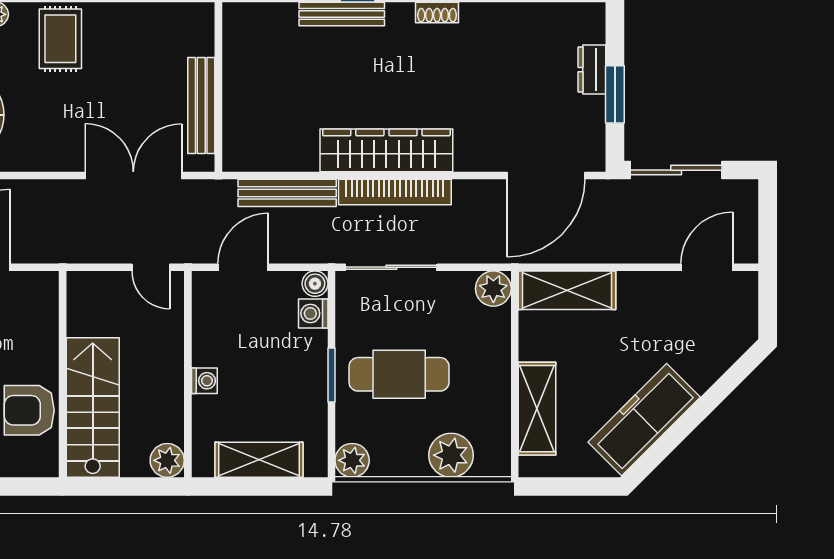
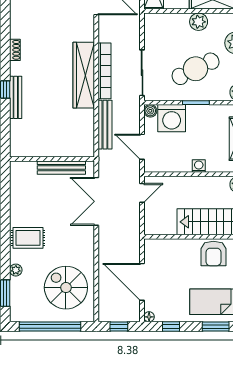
plant: (493, 289) -> (199, 22), moved
washing machine: (313, 313) -> (172, 118), width x1.89, depth x1.89
cafe table: (399, 374) -> (196, 69), turned 64

